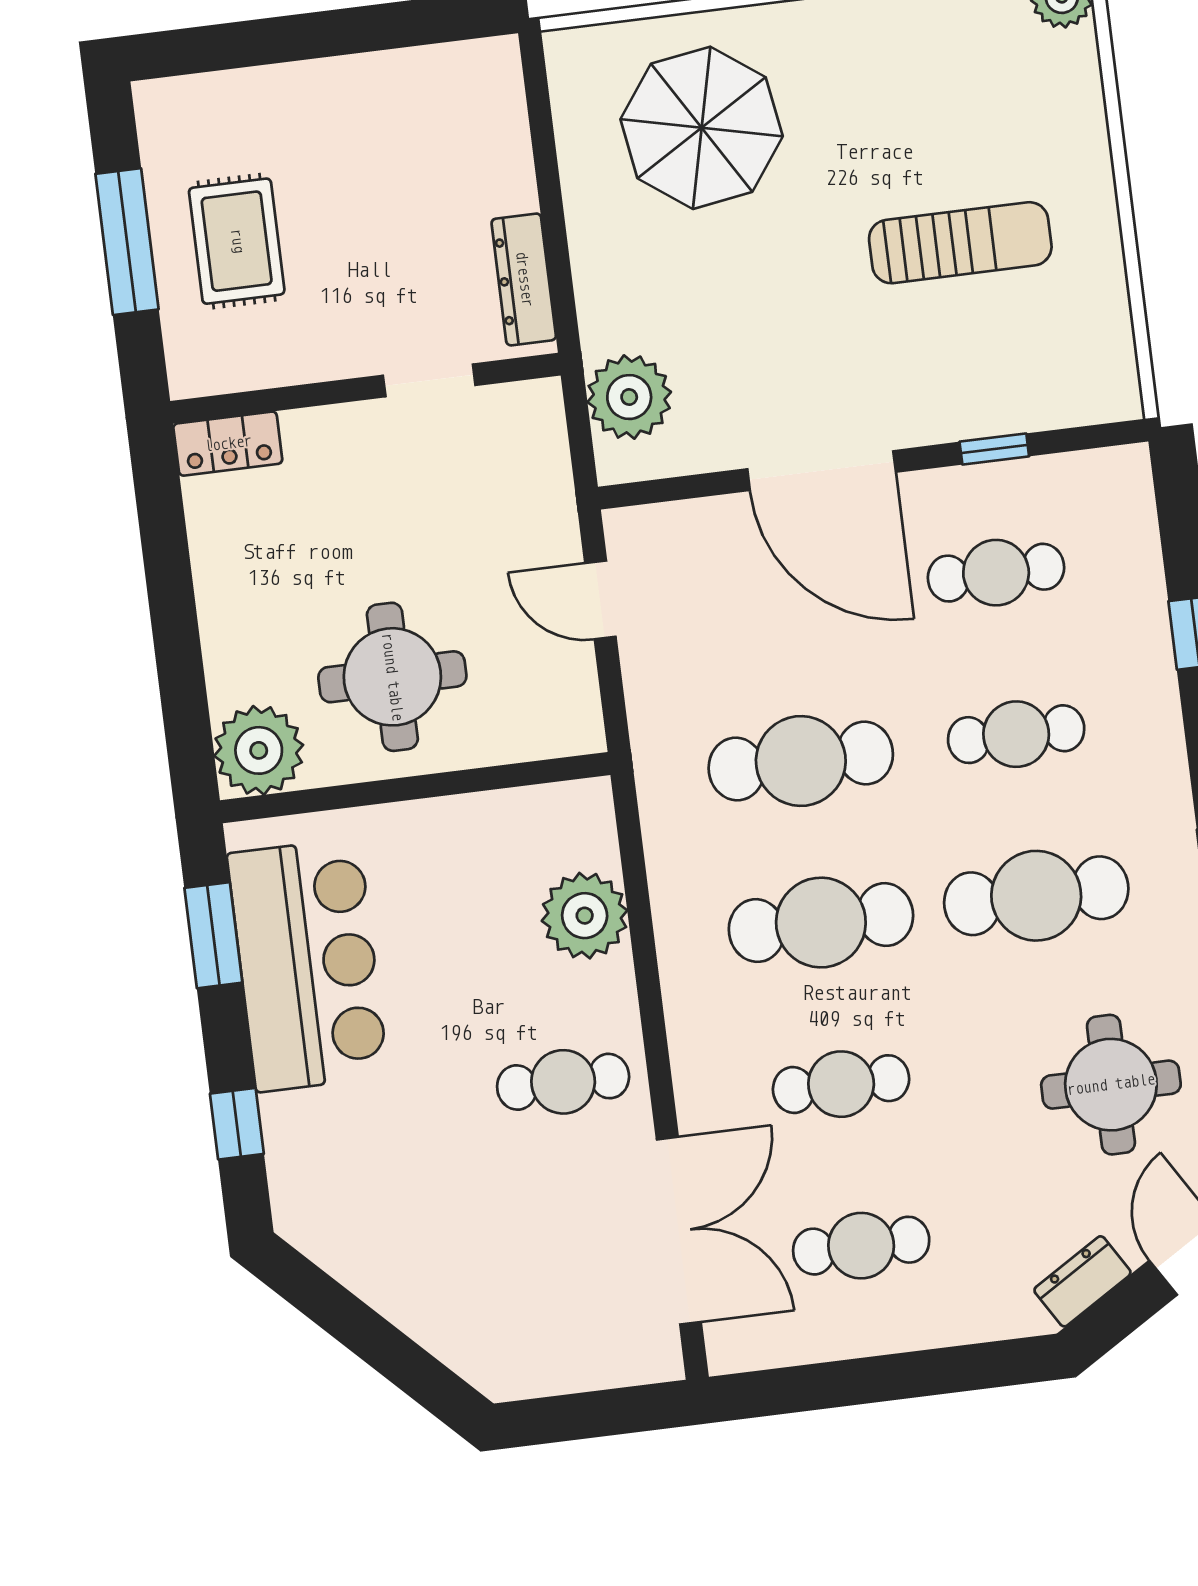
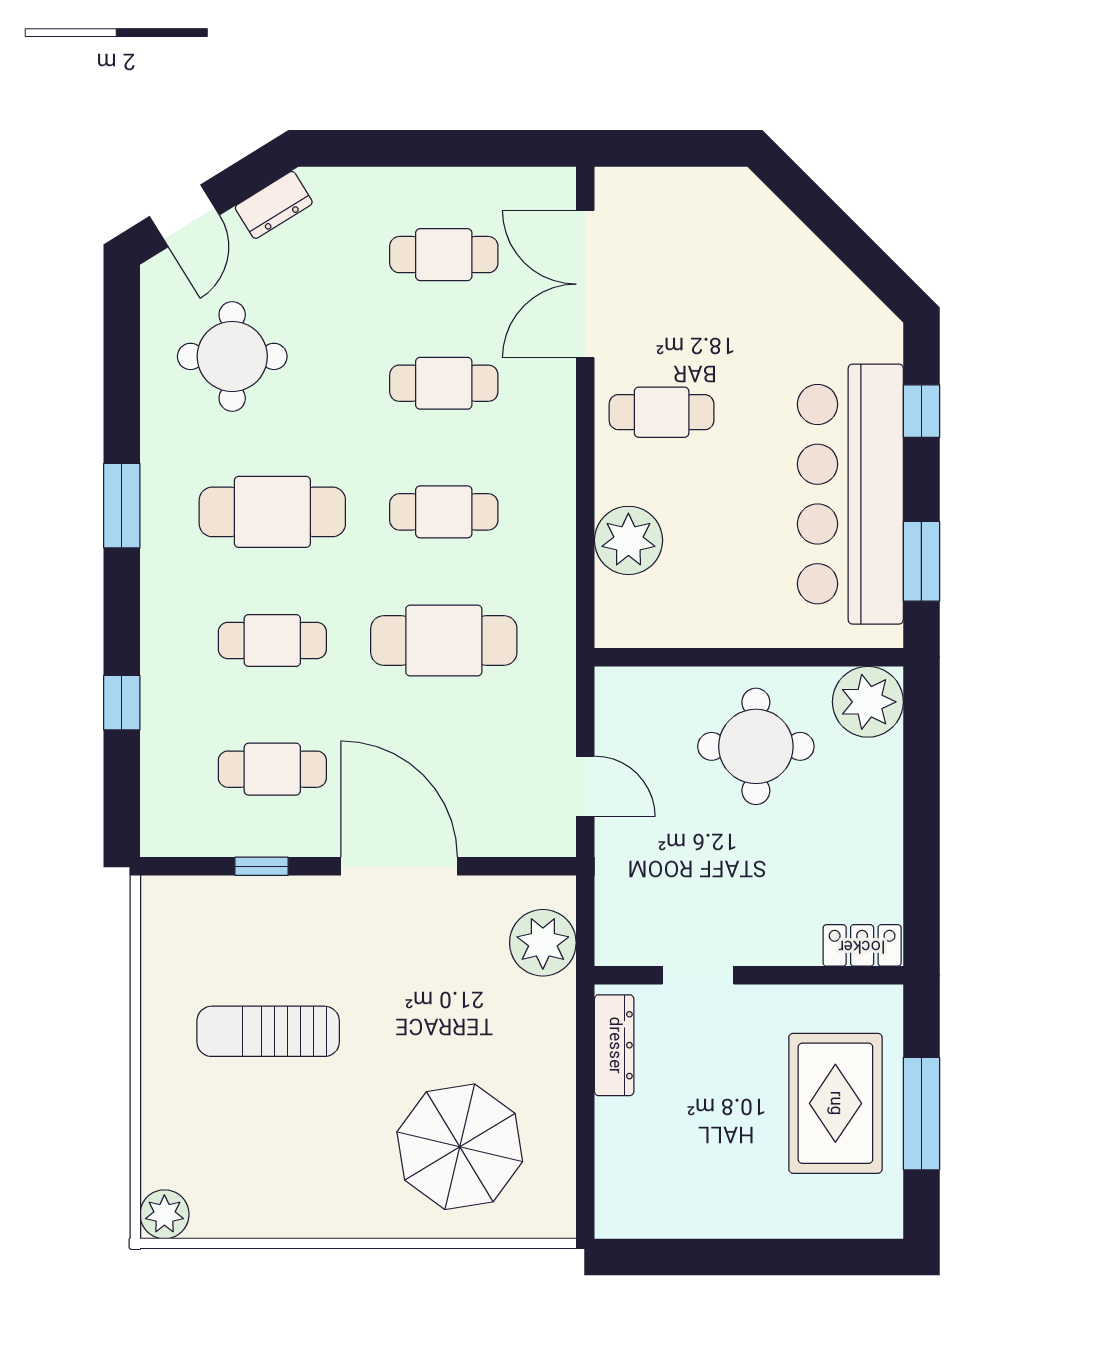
rug: (237, 241) -> (835, 1103), width x1.36, depth x1.43
cafe table: (821, 923) -> (444, 512), width x0.73, depth x0.74
bar counter: (308, 965) -> (850, 494), width x1.36

